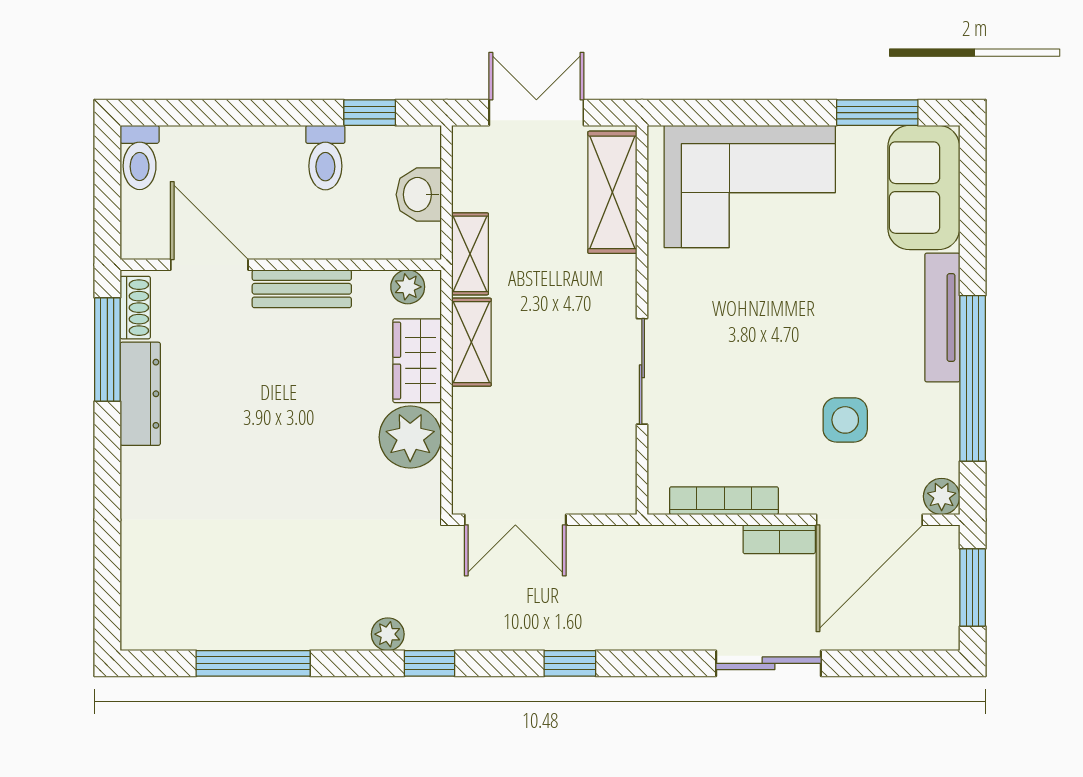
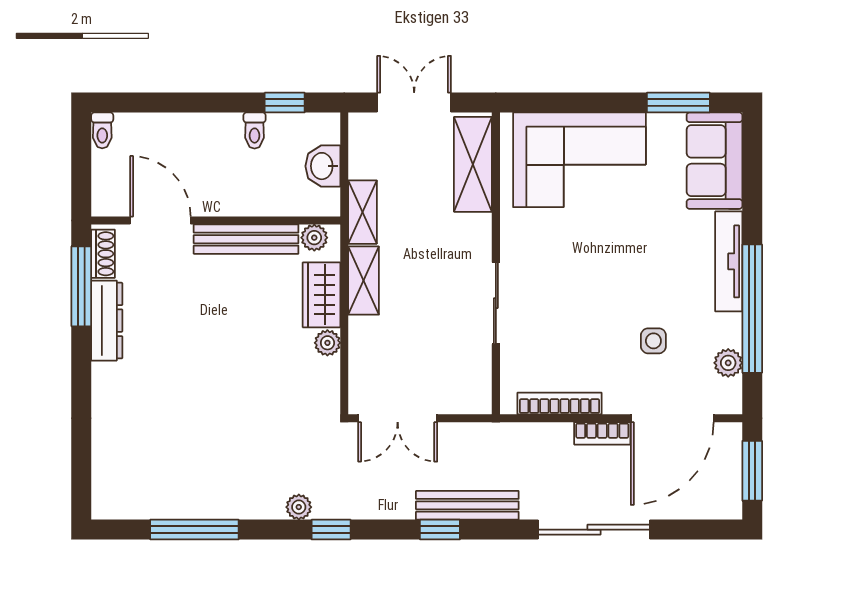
toilet: (140, 157) -> (102, 130), width x0.73, depth x0.72
toilet: (325, 158) -> (255, 130), width x0.73, depth x0.72
bench: (302, 289) -> (246, 239), width x1.36
side table: (845, 420) -> (653, 341), width x0.73, depth x0.73
plant: (410, 437) -> (327, 343), width x0.53, depth x0.53
plant: (942, 496) -> (728, 363), moved
bench: (605, 632) -> (467, 505), added
sliding door: (768, 663) -> (594, 530), width x1.37

